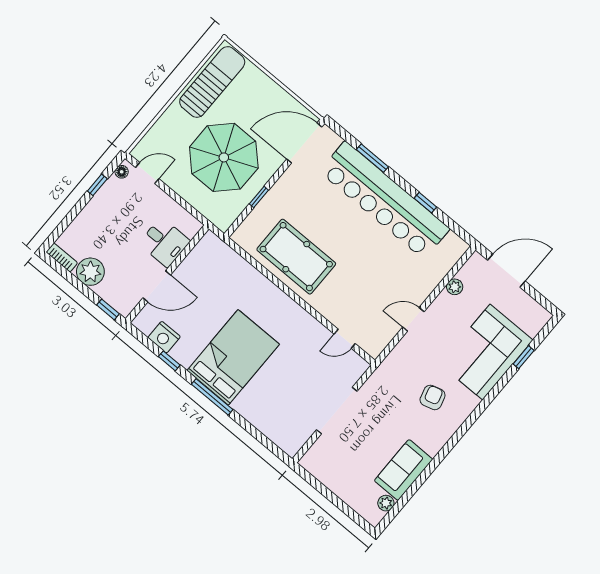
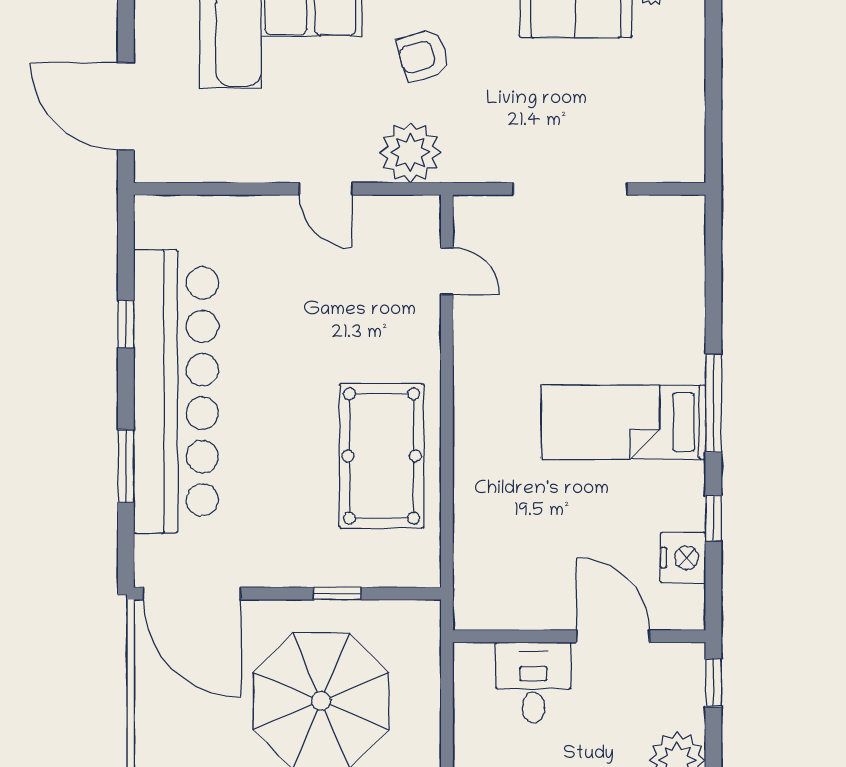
plant: (455, 287) -> (410, 152), moved, width x1.88, depth x1.88
bed: (233, 357) -> (624, 422), width x0.67

